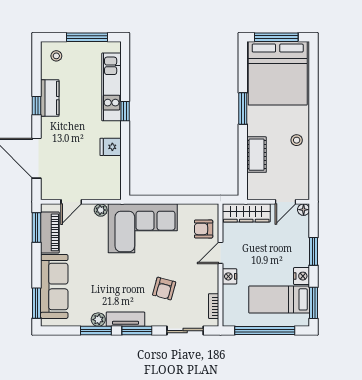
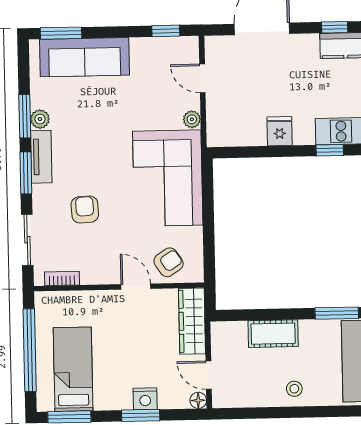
window: (37, 228) -> (166, 31), width x0.67
armchair: (204, 229) -> (169, 262), turned 56
piano: (50, 232) -> (159, 49), removed
nightstand: (229, 276) -> (104, 300), removed
nightstand: (302, 276) -> (145, 399), moved
armchair: (164, 289) -> (85, 210), turned 72

